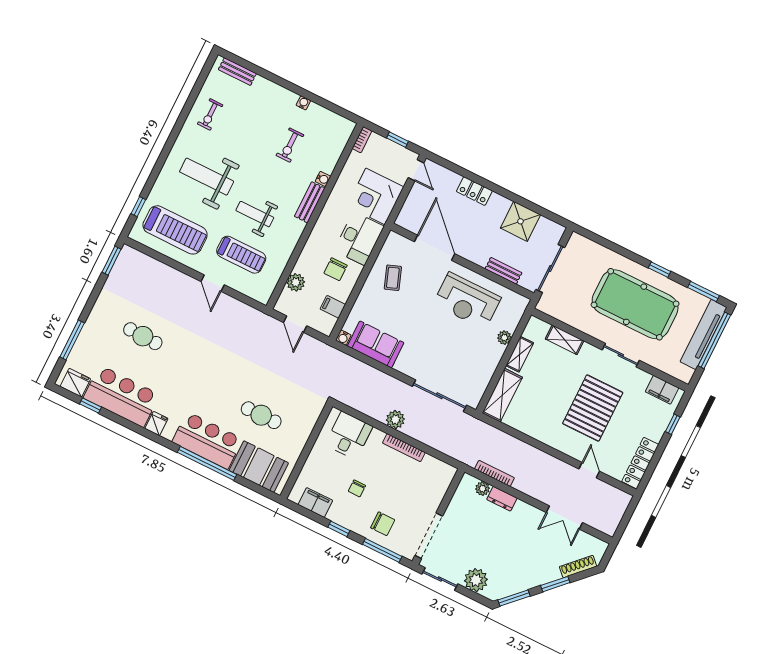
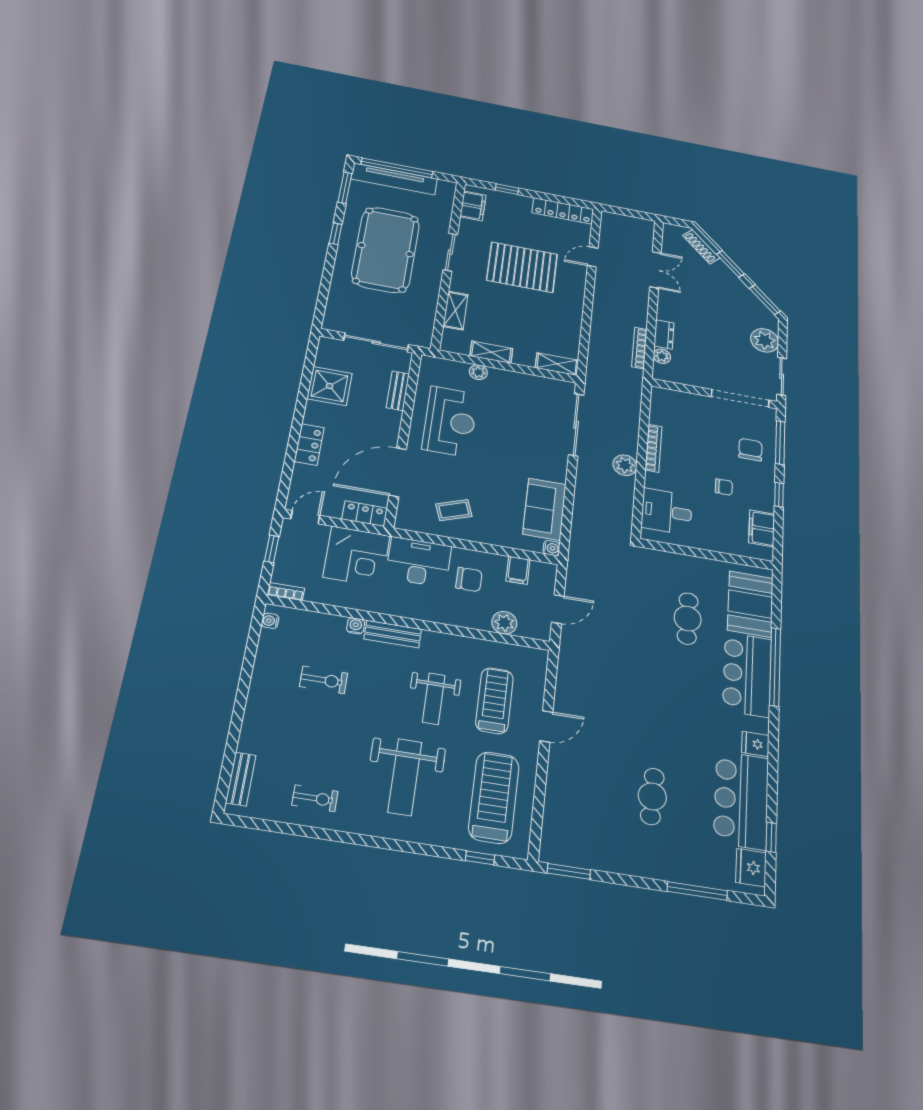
water cooler: (303, 103) -> (270, 621), moved
locker: (407, 213) -> (365, 514), added
shelving: (502, 395) -> (557, 364), width x0.67, depth x0.75

